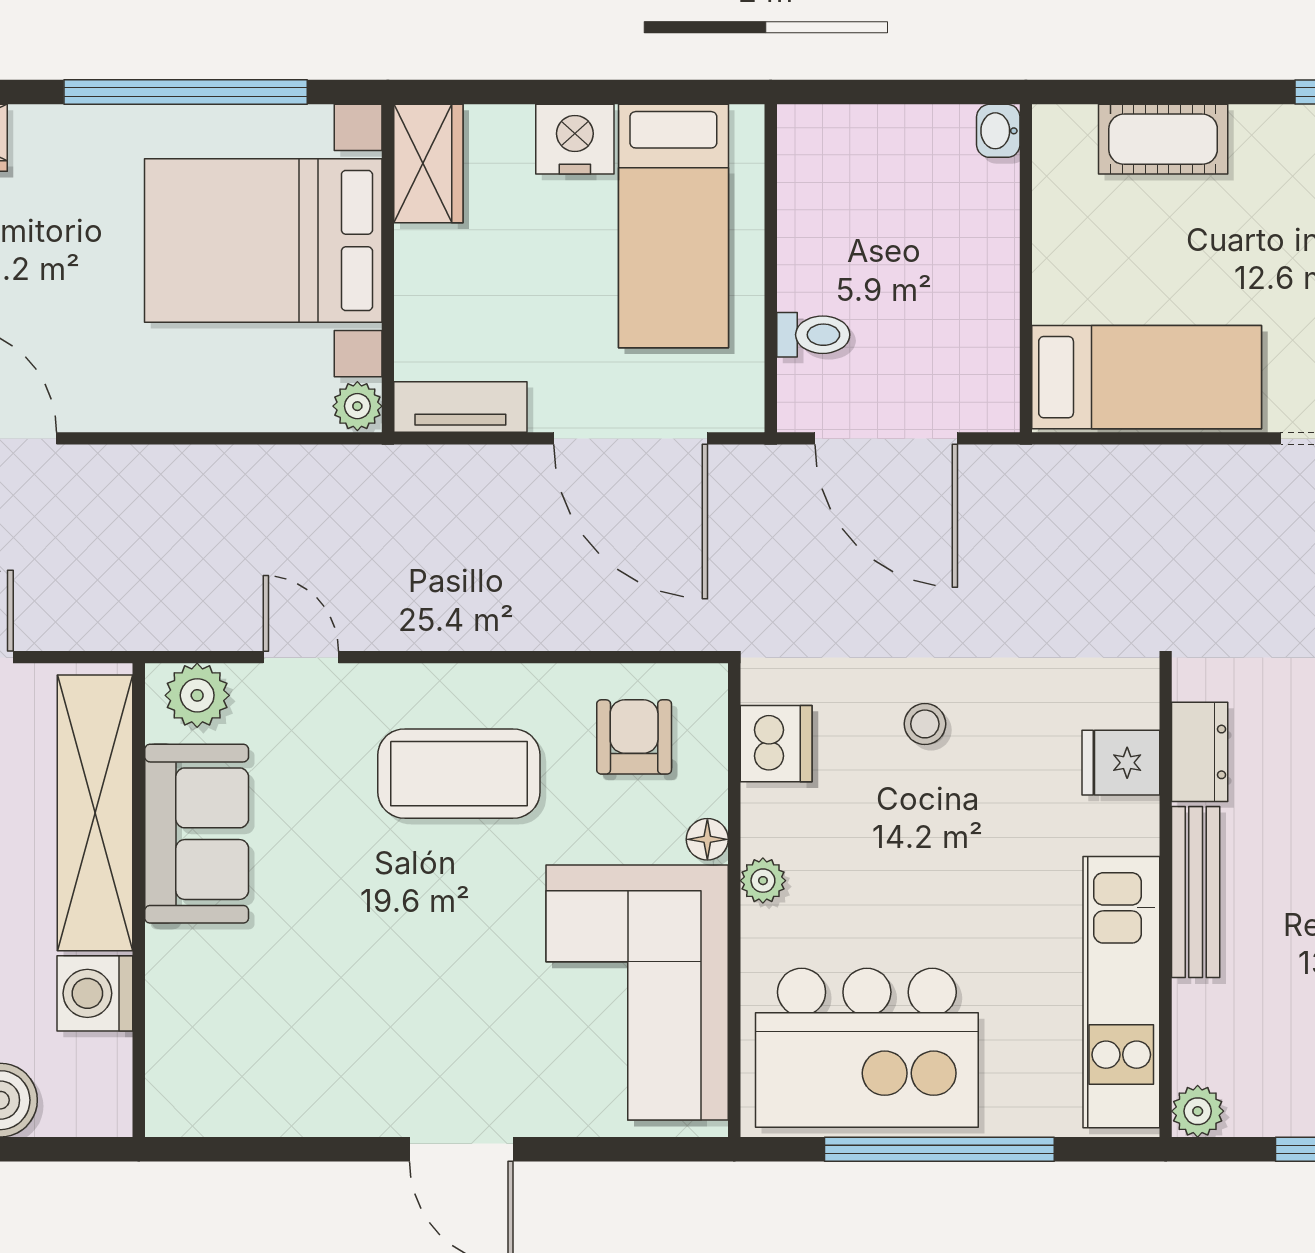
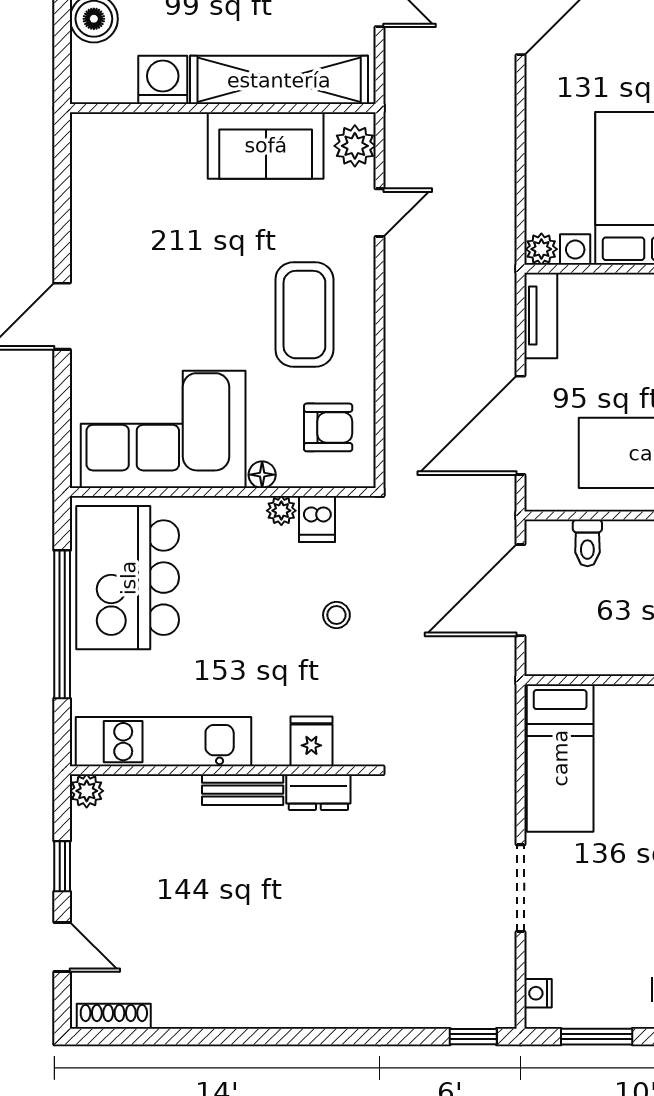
dishwasher: (776, 744) -> (317, 519), width x0.73
plant: (763, 881) -> (281, 511), moved
bench: (1196, 892) -> (243, 790), width x0.73

